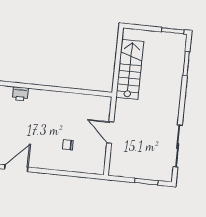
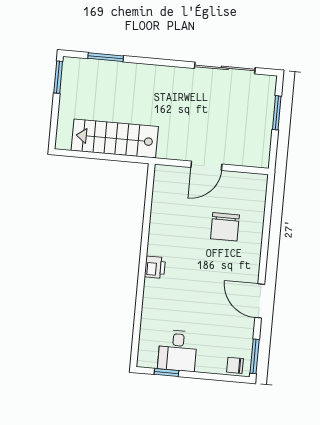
printer: (20, 94) -> (155, 267), moved
chair: (68, 145) -> (225, 227), width x1.87, depth x1.87

